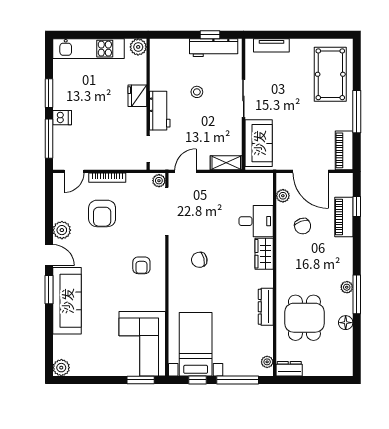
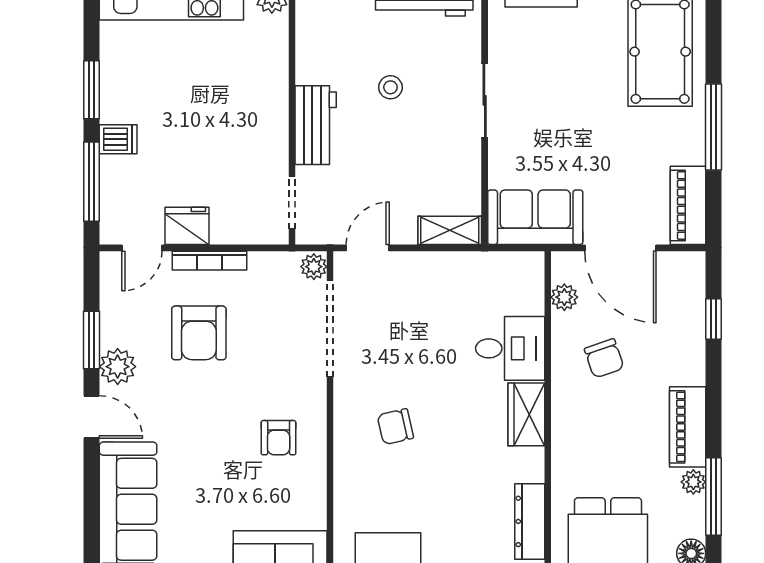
fridge: (137, 96) -> (187, 226), moved, turned 90
sofa: (259, 143) -> (535, 217), moved, turned -90
piano: (344, 217) -> (688, 427), moved
window: (49, 290) -> (92, 340), moved

